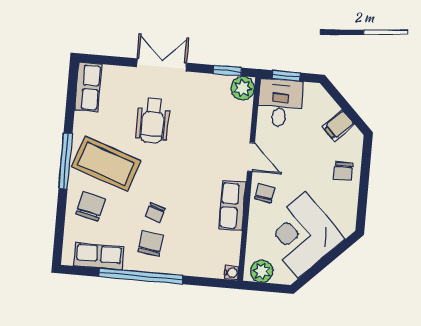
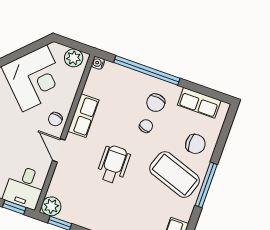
wheelchair: (153, 121) -> (113, 164), moved
chair: (91, 206) -> (195, 144), turned -103
window: (141, 276) -> (147, 70), moved

